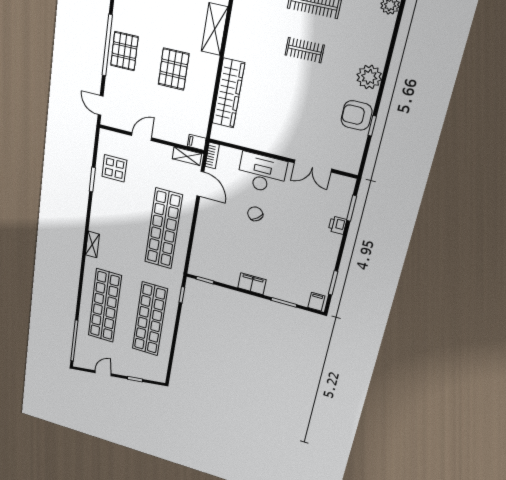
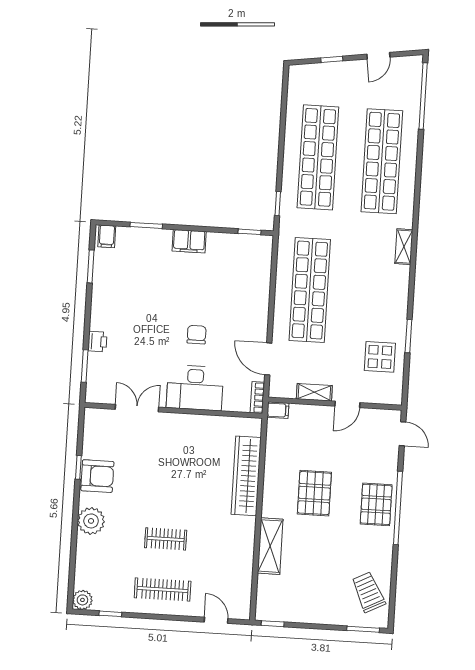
shelving: (187, 156) -> (314, 392), moved
chair: (255, 214) -> (197, 335), turned -140

